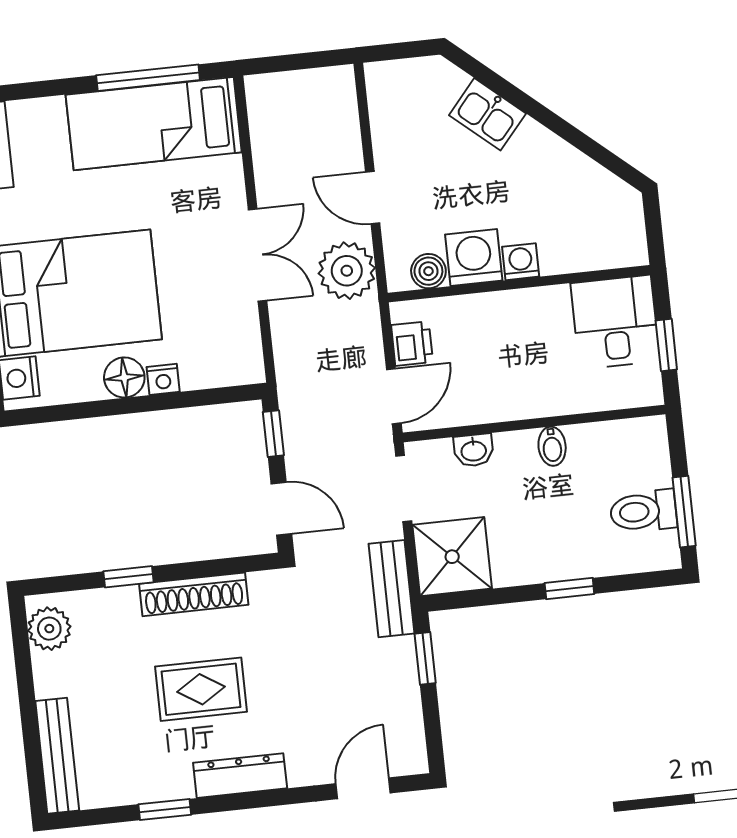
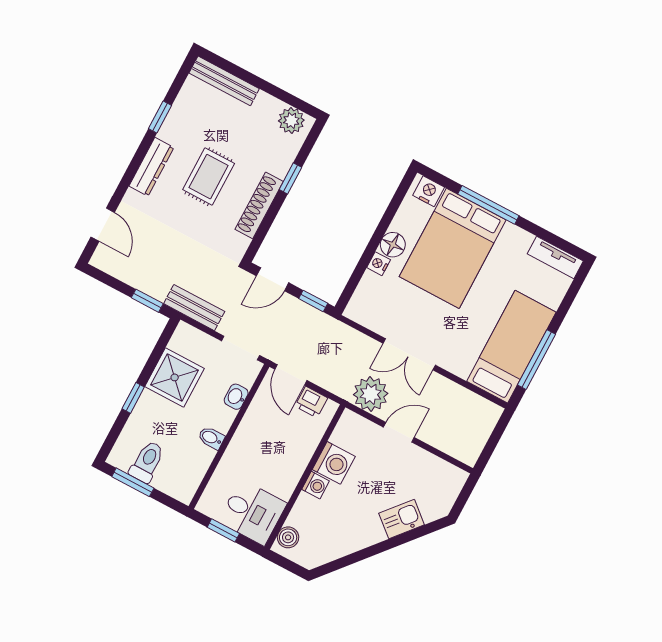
boiler: (428, 271) -> (288, 537), moved
shower: (452, 557) -> (175, 377), moved

